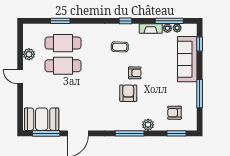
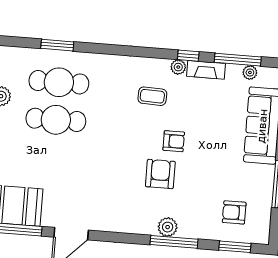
window: (125, 21) -> (188, 56), moved
plant: (167, 28) -> (178, 67), moved
plant: (148, 125) -> (168, 227), moved
window: (130, 133) -> (174, 242), moved

